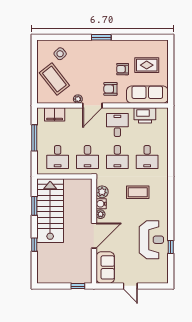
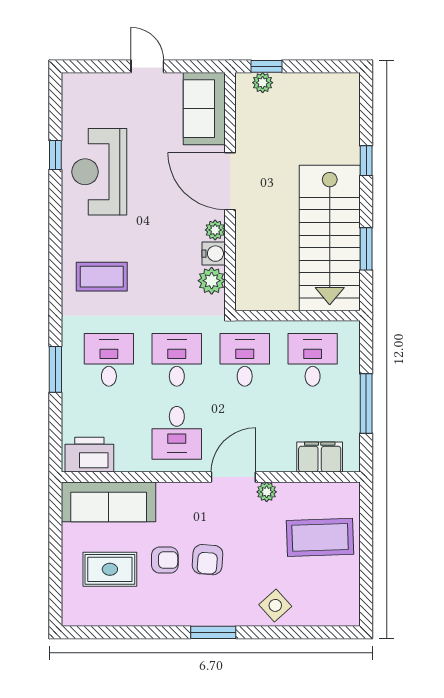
side table: (60, 54) -> (275, 605), moved
coffee table: (54, 79) -> (320, 537), turned -54
armchair: (110, 89) -> (208, 560), moved, turned 94
printer: (145, 115) -> (89, 455), moved
window: (171, 153) -> (55, 369), added
coffee table: (138, 192) -> (102, 277), moved
door: (94, 236) -> (230, 181), hinge flipped
plant: (80, 279) -> (263, 83), added

